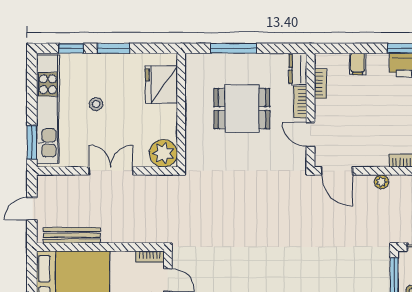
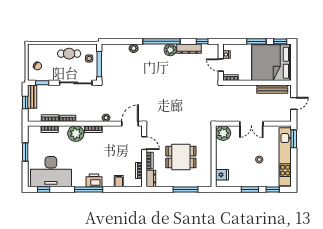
fridge: (161, 85) -> (222, 175), width x0.53, depth x0.75
door: (337, 171) -> (130, 124), hinge flipped

